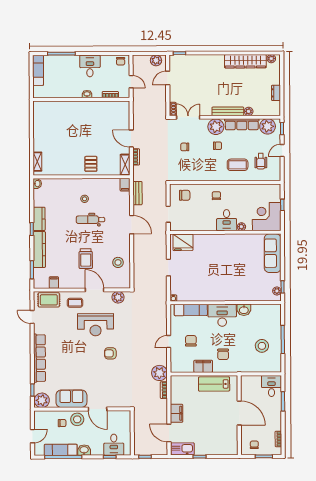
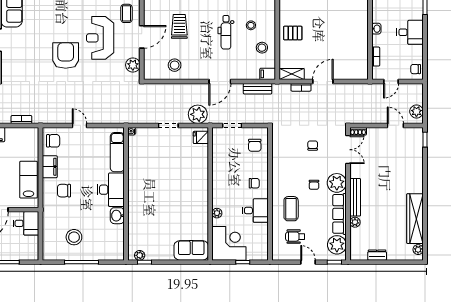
stool: (103, 190) -> (262, 48), added
dental chair: (90, 220) -> (226, 32), turned 180
desk: (227, 220) -> (255, 211), moved, turned 180
fridge: (183, 242) -> (201, 137), width x0.53, depth x0.75
sofa: (273, 253) -> (191, 250), width x0.73
trolley: (86, 259) -> (179, 26), turned 90
chair: (191, 341) -> (53, 141), moved
armchair: (110, 353) -> (66, 56), width x1.88, depth x1.88
plant: (159, 373) -> (198, 114), moved
desk: (271, 386) -> (26, 223), moved

